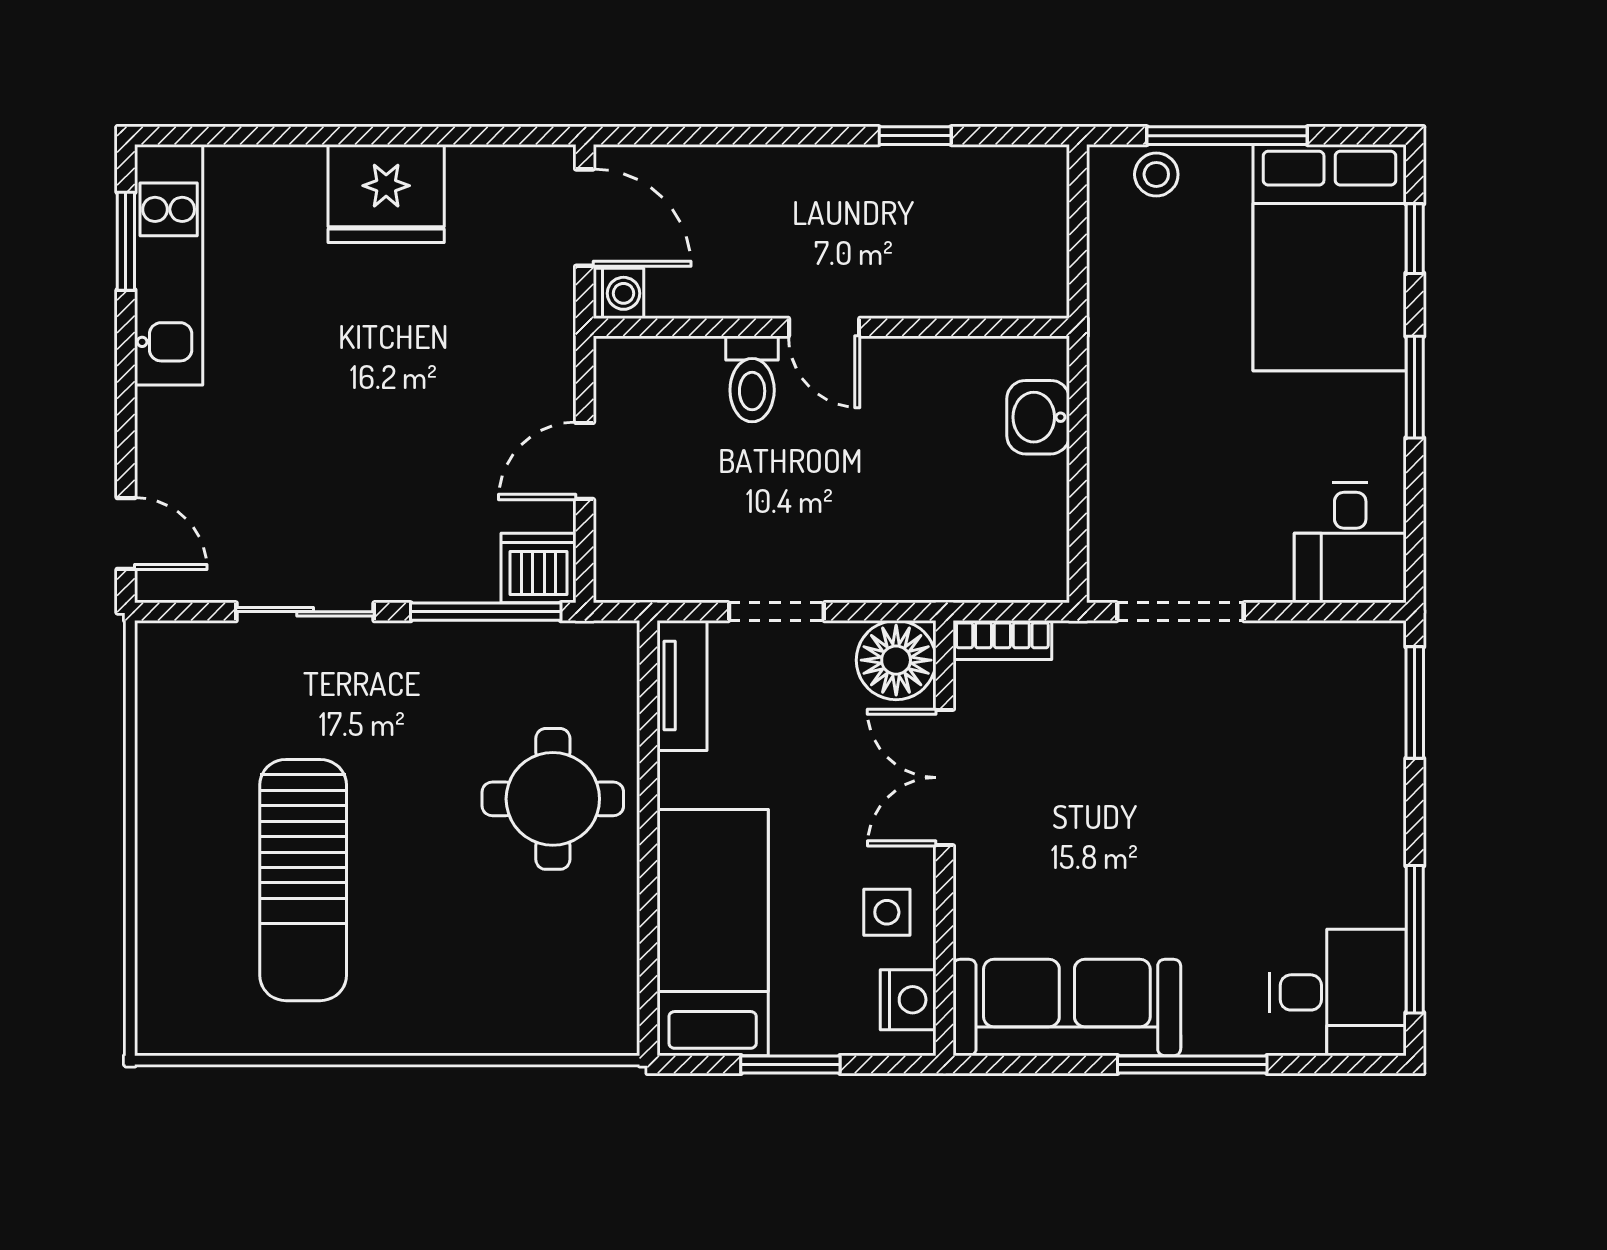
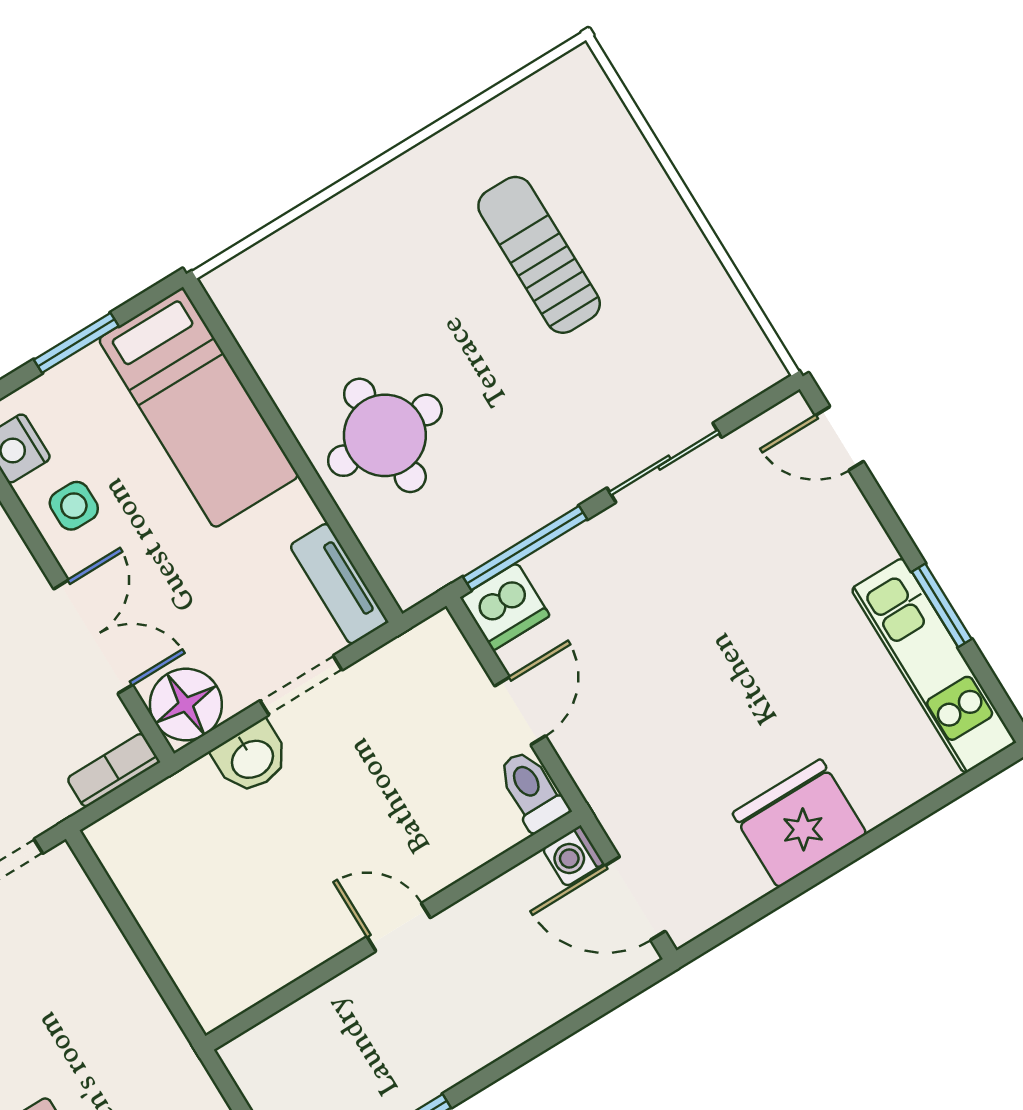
window: (126, 241) -> (942, 605), moved
toilet: (752, 379) -> (532, 791), moved
washbasin: (1038, 417) -> (252, 758), moved, turned 90
sun lounger: (303, 880) -> (539, 255), width x0.73, depth x0.75

